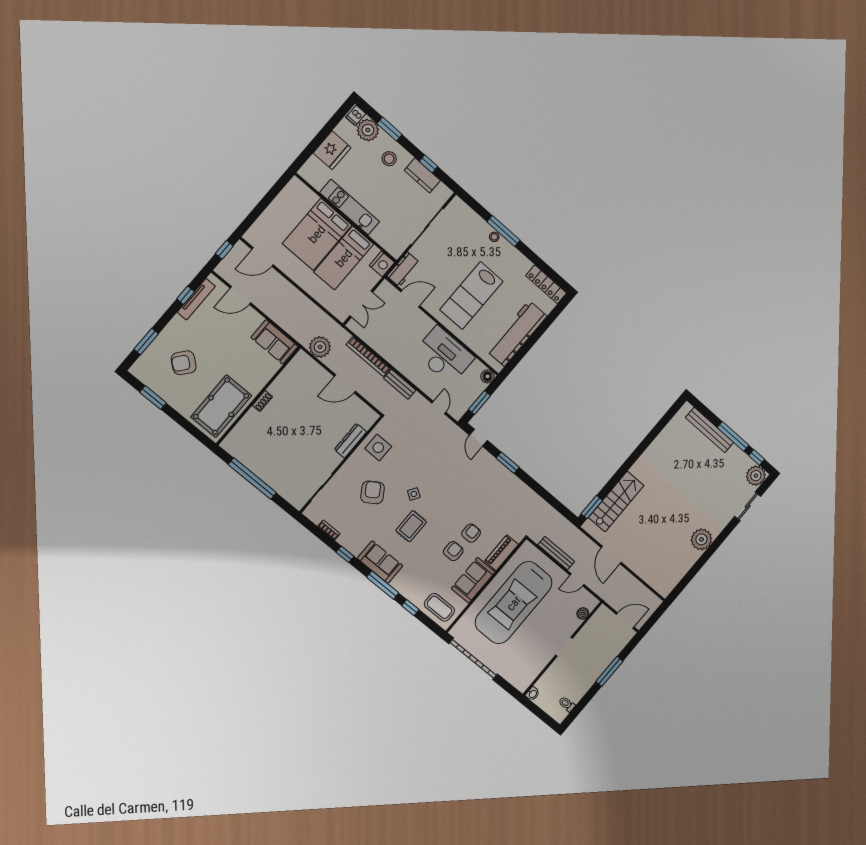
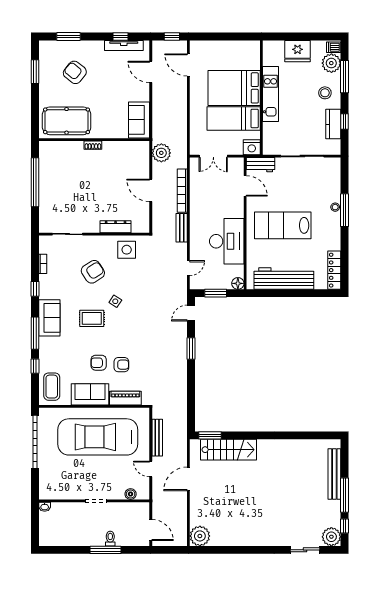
window: (390, 129) -> (345, 77), width x1.44
plant: (701, 539) -> (200, 536), moved
armchair: (453, 551) -> (99, 363), turned 180
toilet: (567, 704) -> (110, 539), moved

